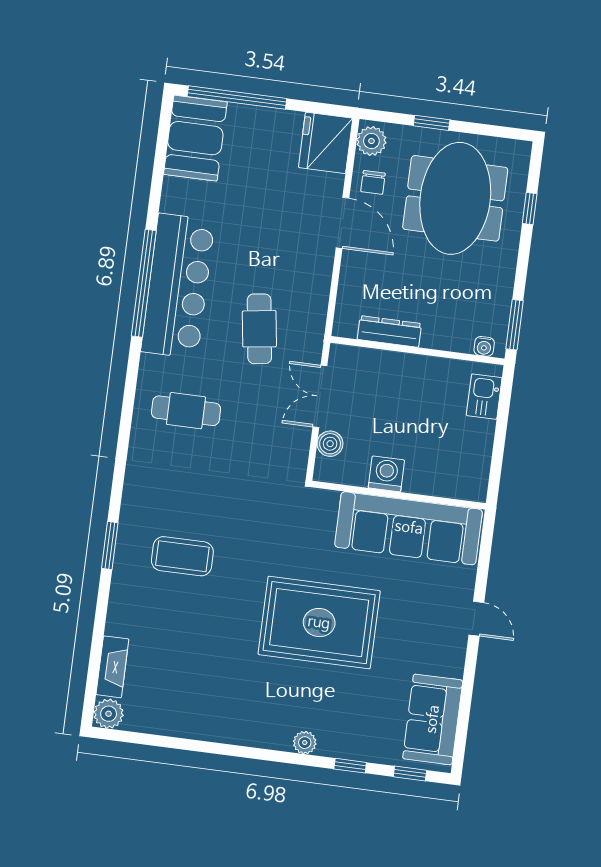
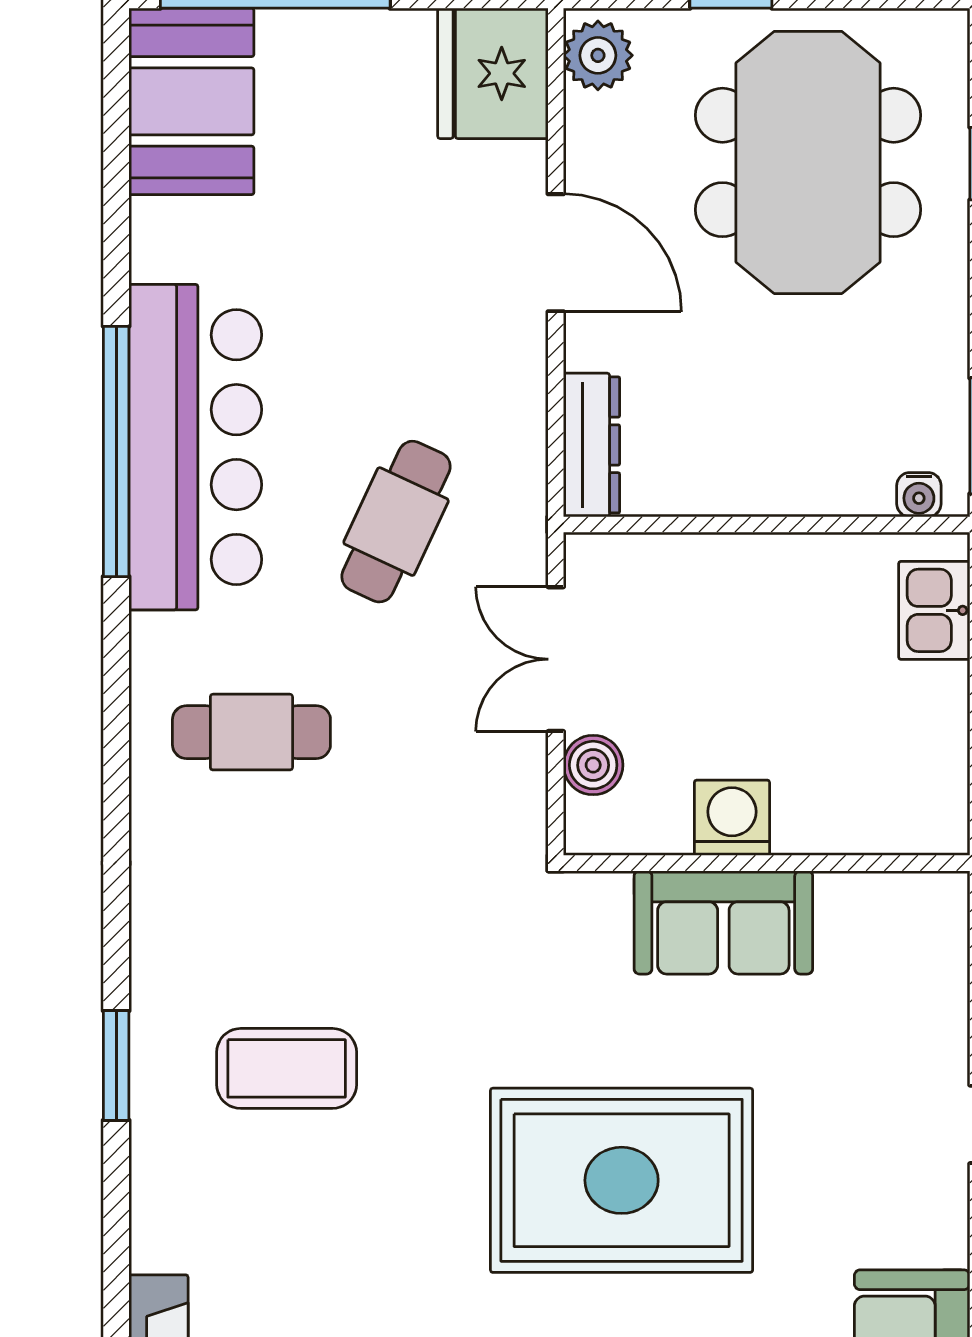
chair: (373, 182) -> (614, 150), removed
cafe table: (259, 329) -> (396, 522), turned 33
dresser: (389, 331) -> (592, 445), moved, turned 90
sofa: (409, 528) -> (723, 922), width x0.54, depth x0.79

